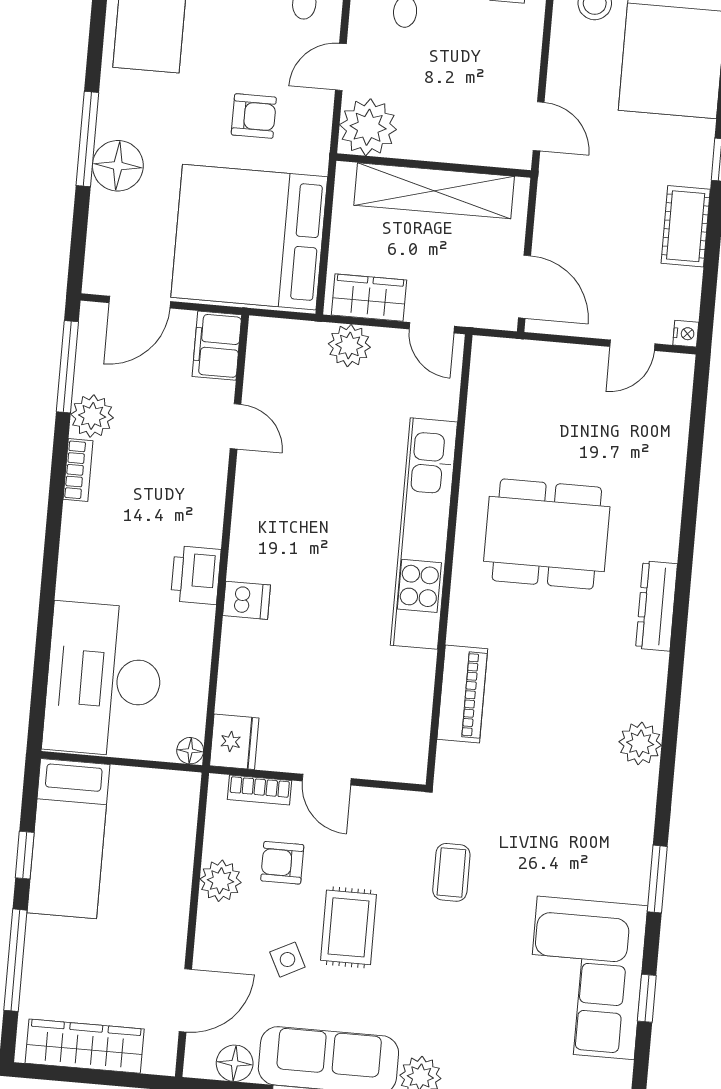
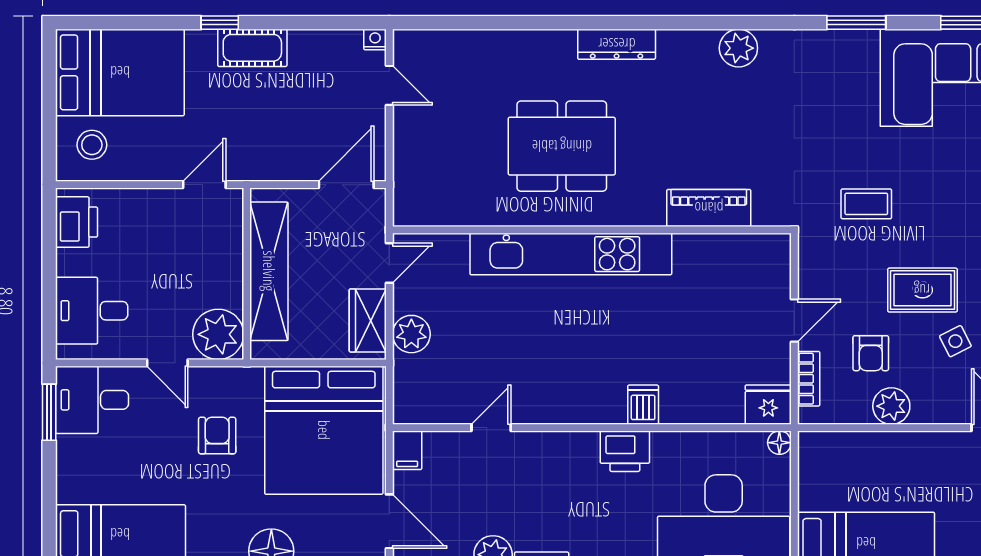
cot: (686, 226) -> (252, 48), moved
filing cabinet: (217, 346) -> (407, 450), width x0.50
dining table: (547, 534) -> (562, 146), turned 90

